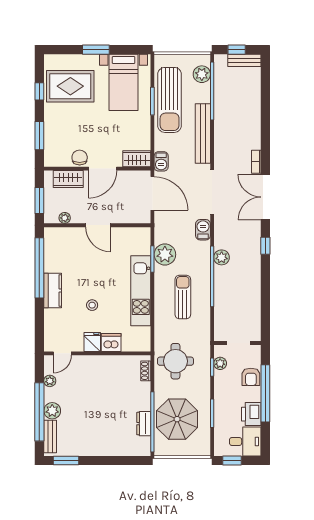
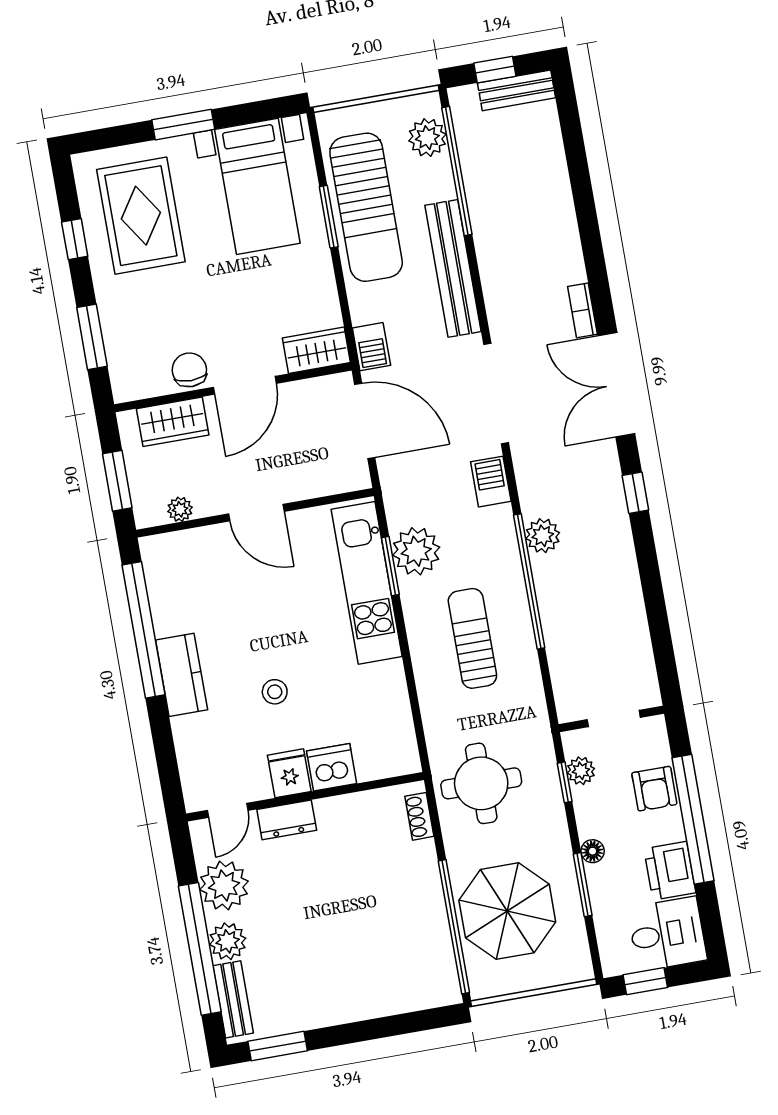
rug: (70, 86) -> (141, 216), turned 90
kitchen unit: (141, 291) -> (367, 583), moved
plant: (50, 381) -> (224, 885), width x1.87, depth x1.87
floor lamp: (219, 399) -> (593, 851), added
dresser: (144, 424) -> (287, 820), moved, turned -90

